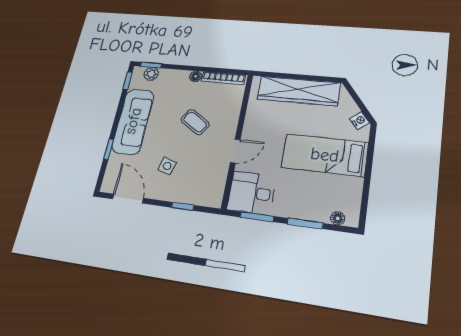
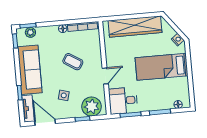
tv unit: (112, 174) -> (28, 108), added
plant: (202, 191) -> (92, 107), added

